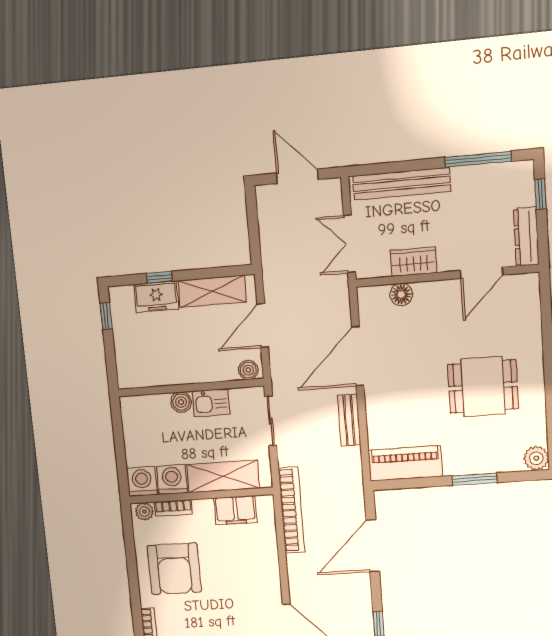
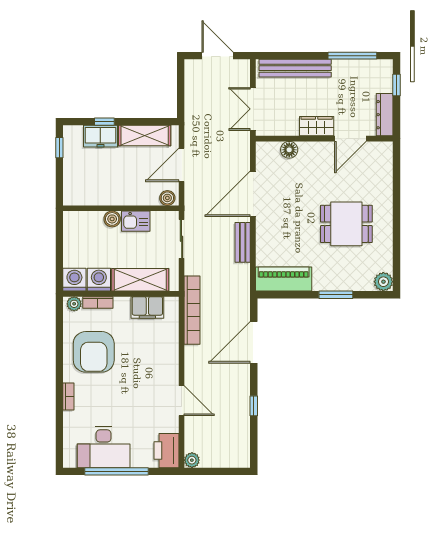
wardrobe: (414, 262) -> (317, 126), moved

